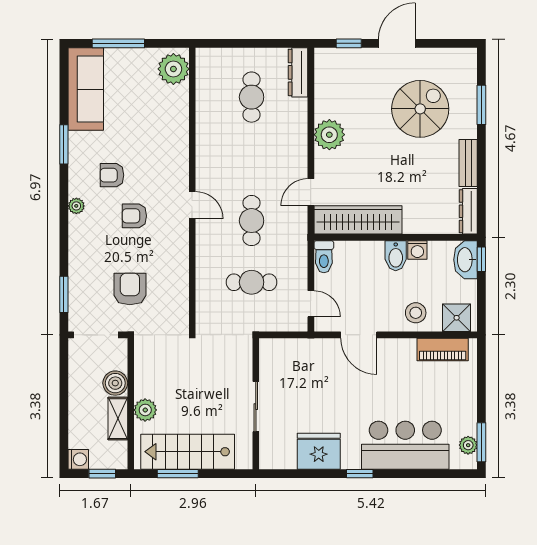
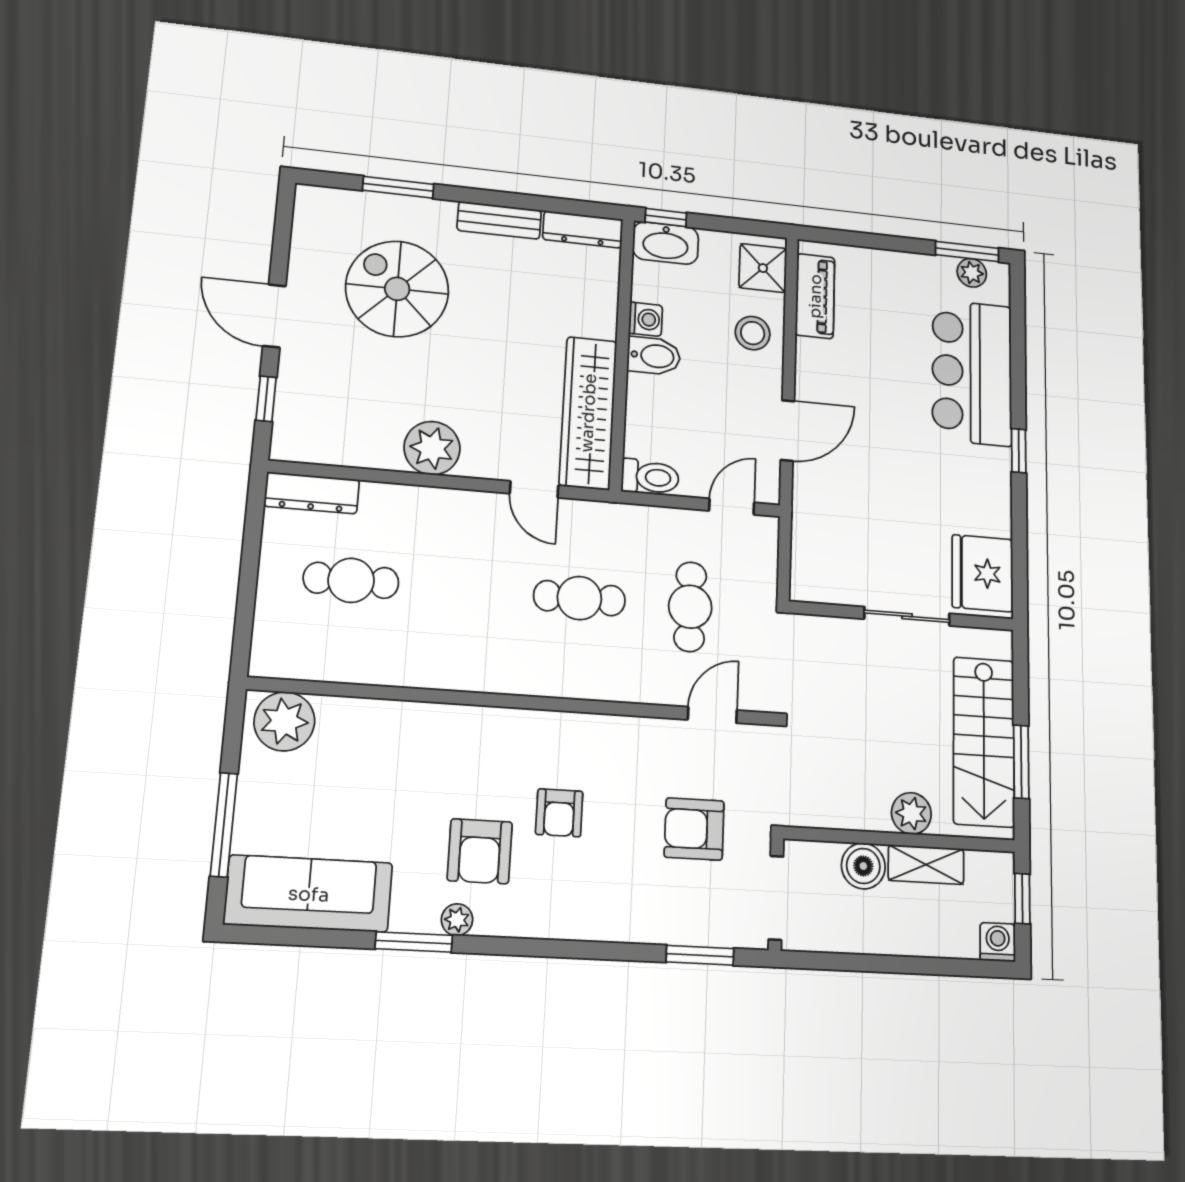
armchair: (112, 175) -> (480, 851), width x1.38, depth x1.38
door: (192, 205) -> (712, 715), moved
plant: (76, 206) -> (457, 920), moved
fridge: (319, 451) -> (983, 573), moved

